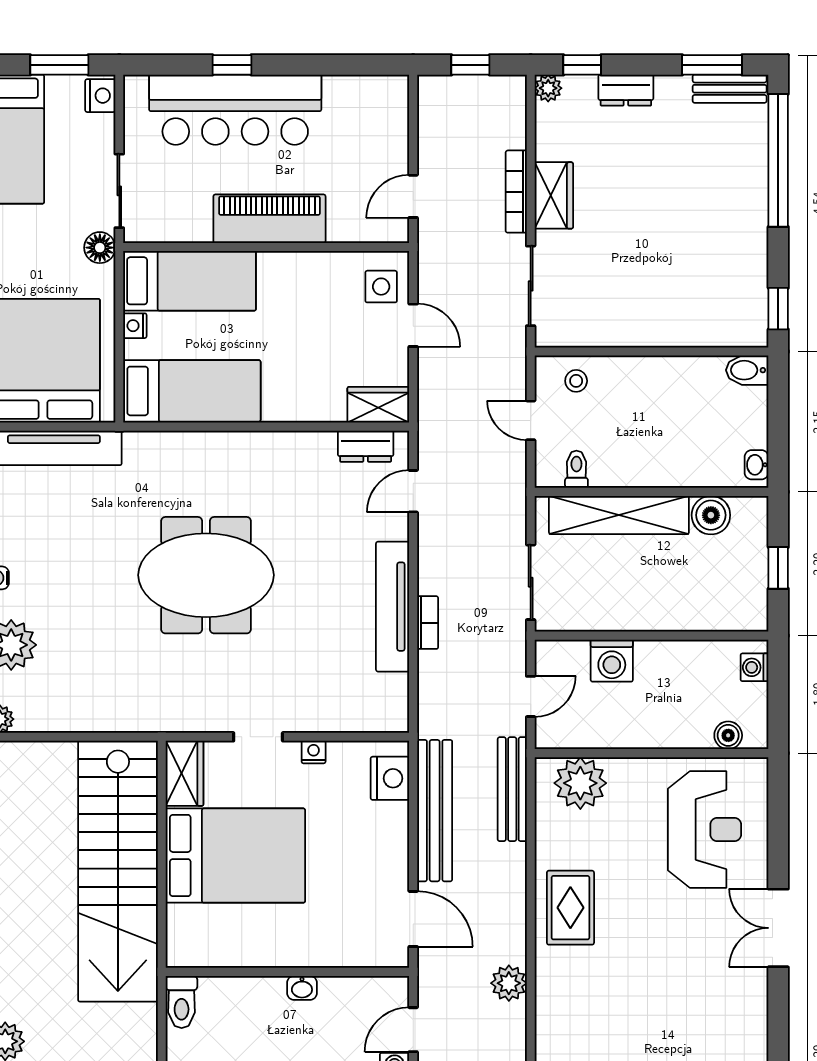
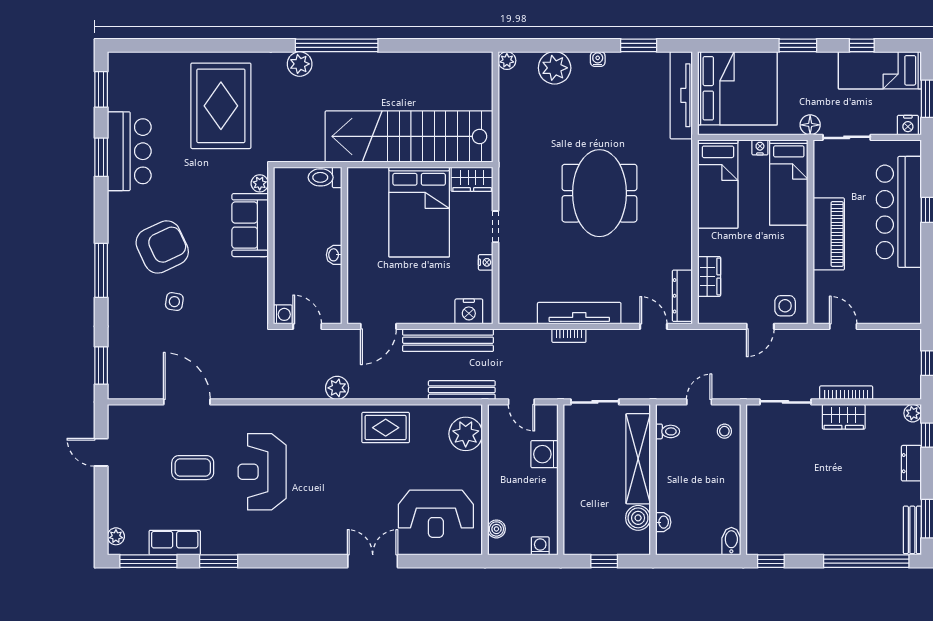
wardrobe: (378, 405) -> (709, 276), moved
dresser: (366, 446) -> (682, 296), width x1.44
washbasin: (757, 465) -> (663, 522), moved, turned 90

